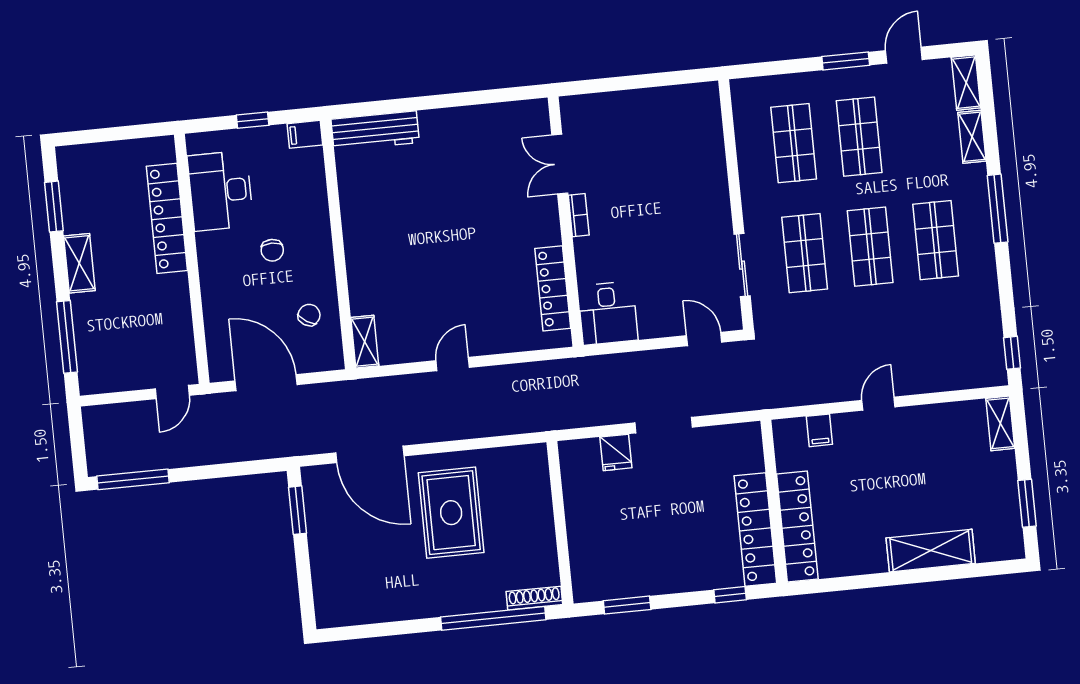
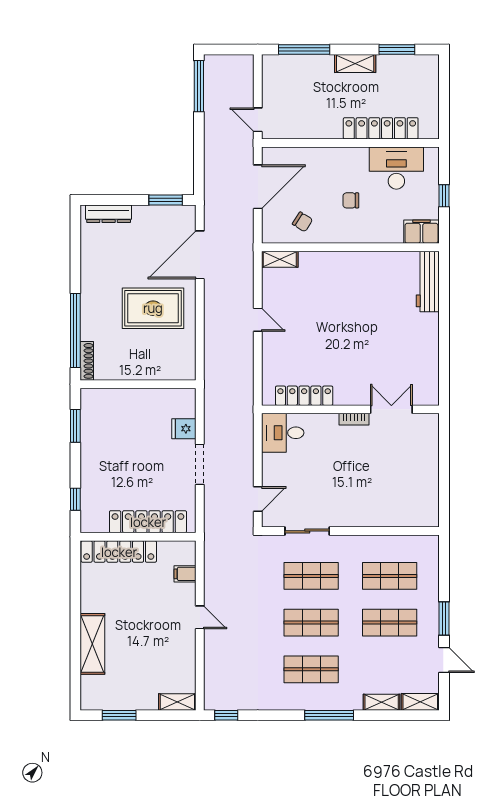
filing cabinet: (305, 134) -> (421, 232), width x2.00
locker: (755, 529) -> (148, 522), moved
dresser: (325, 588) -> (109, 214), added

